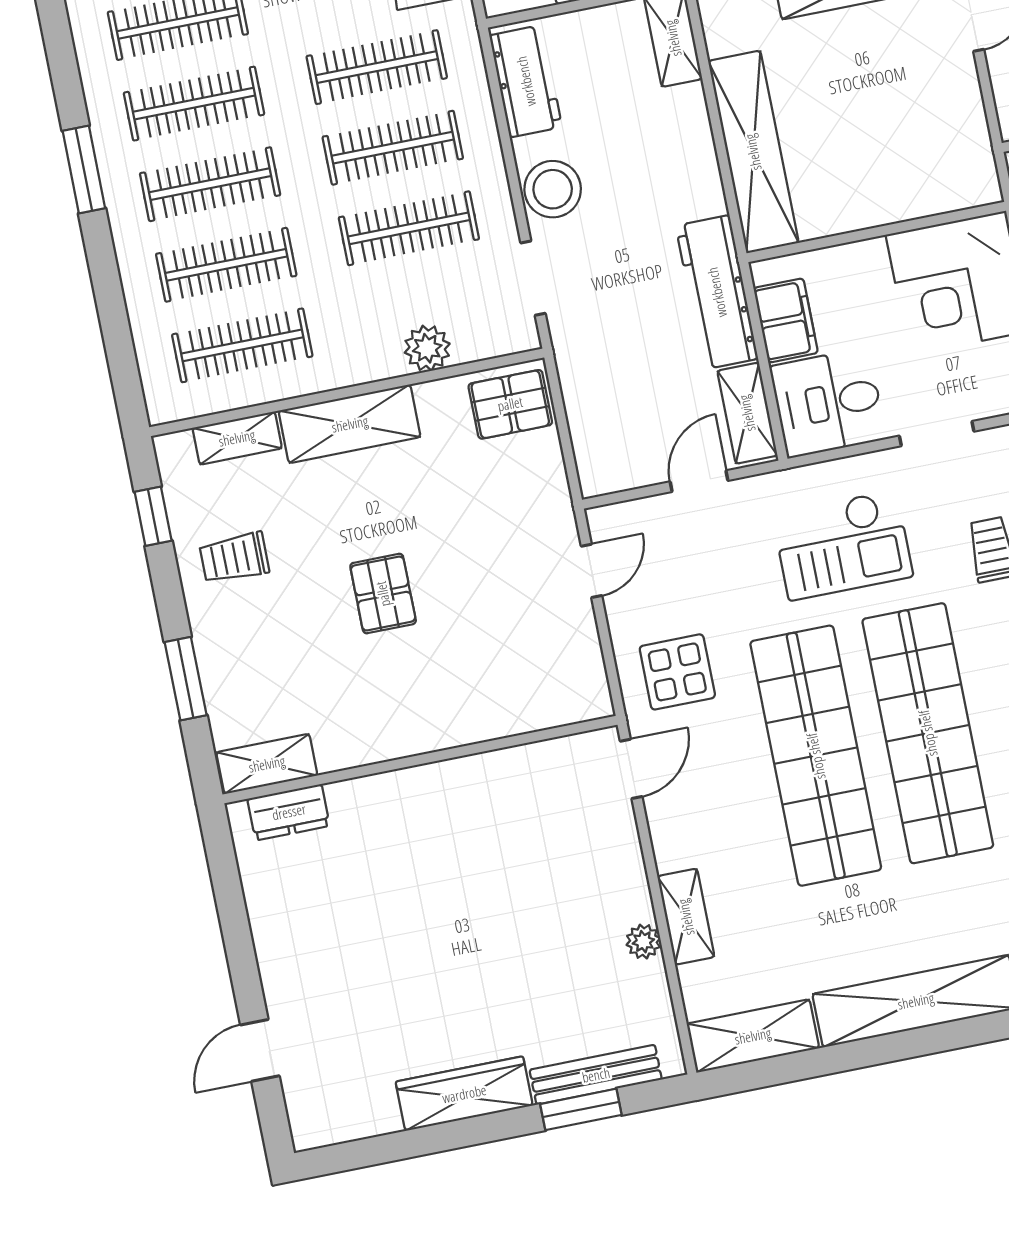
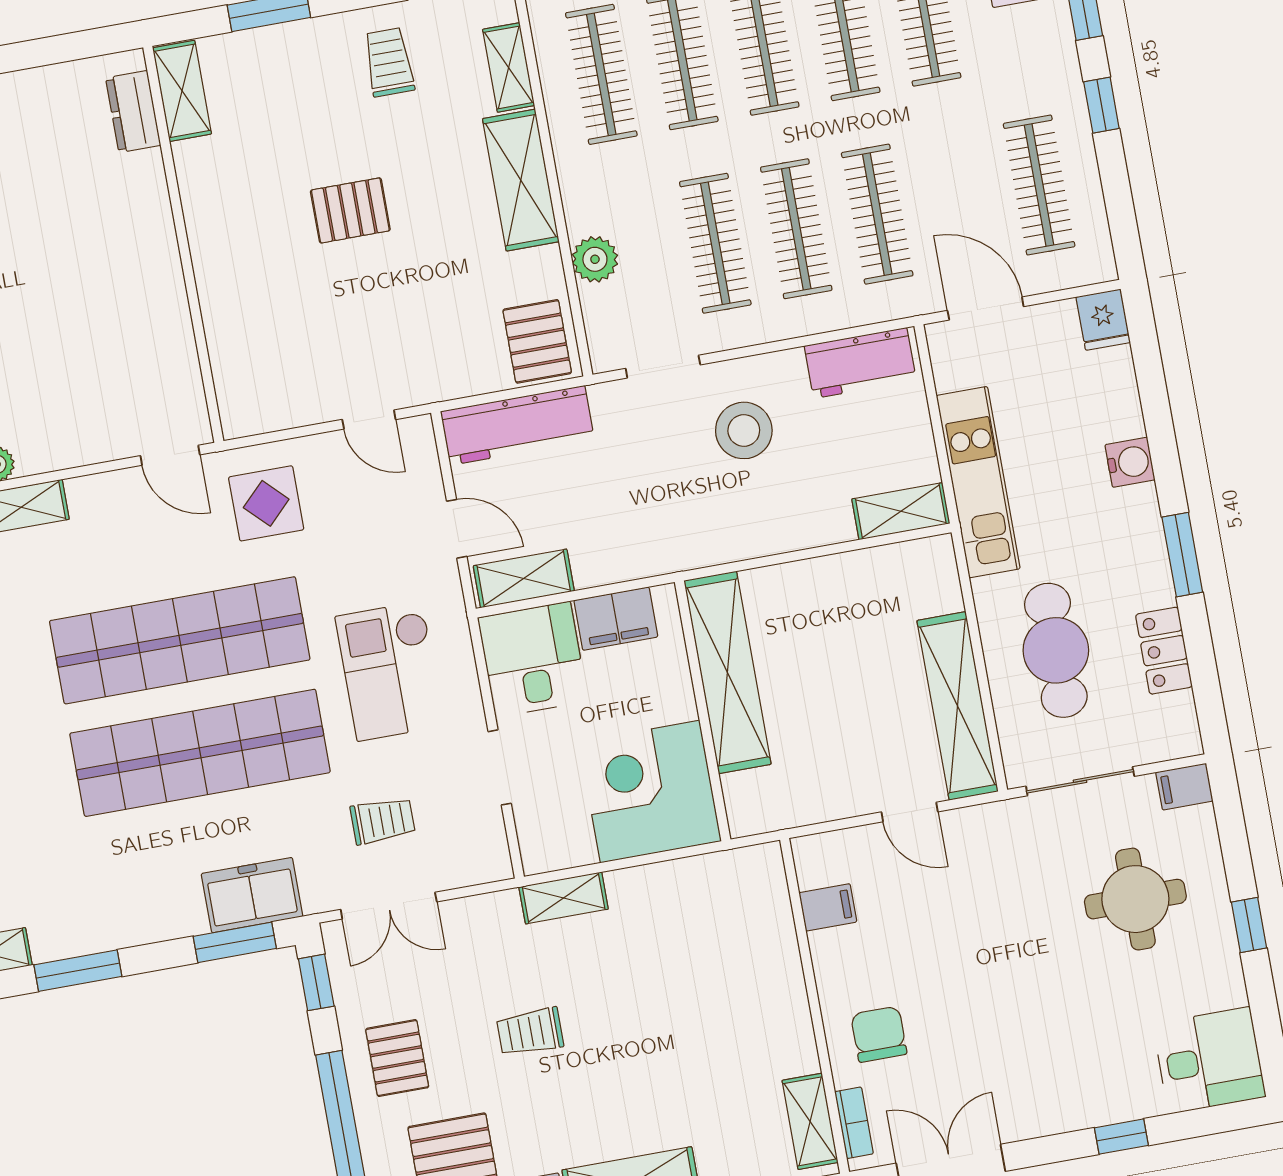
shelving: (753, 152) -> (727, 672), moved, turned 90
stool: (553, 189) -> (744, 430), moved
workbench: (717, 292) -> (517, 425), moved, turned 180

